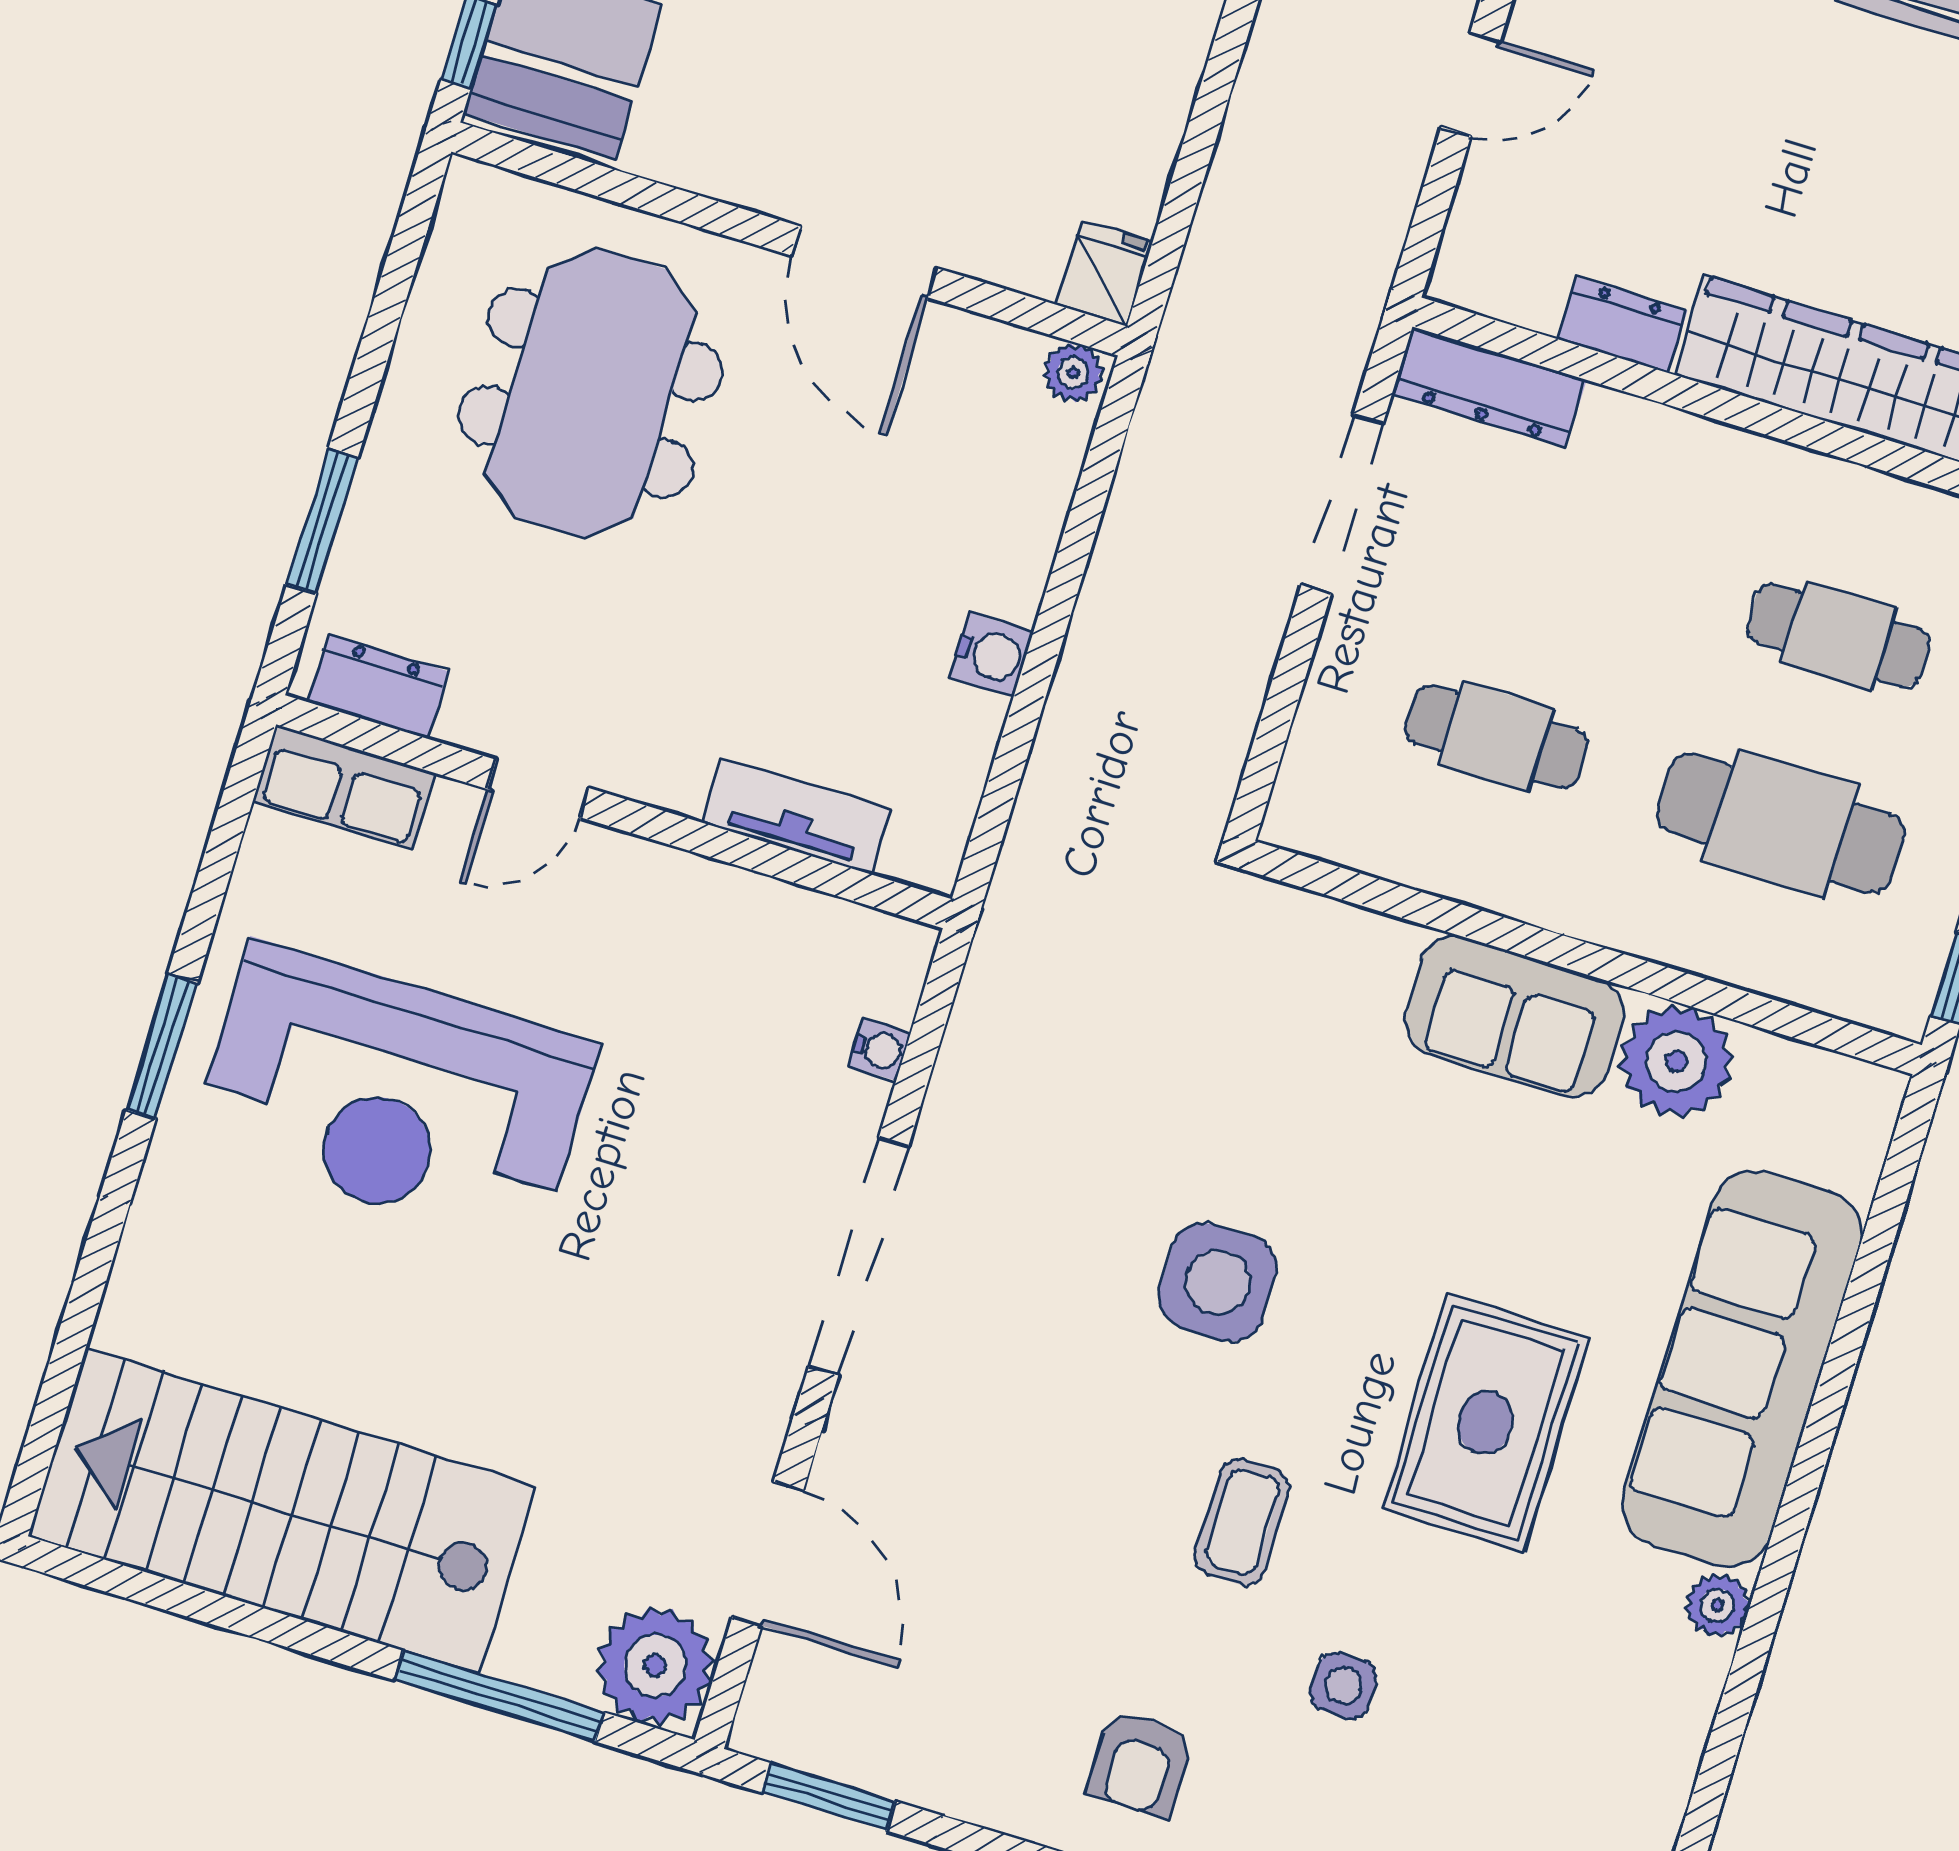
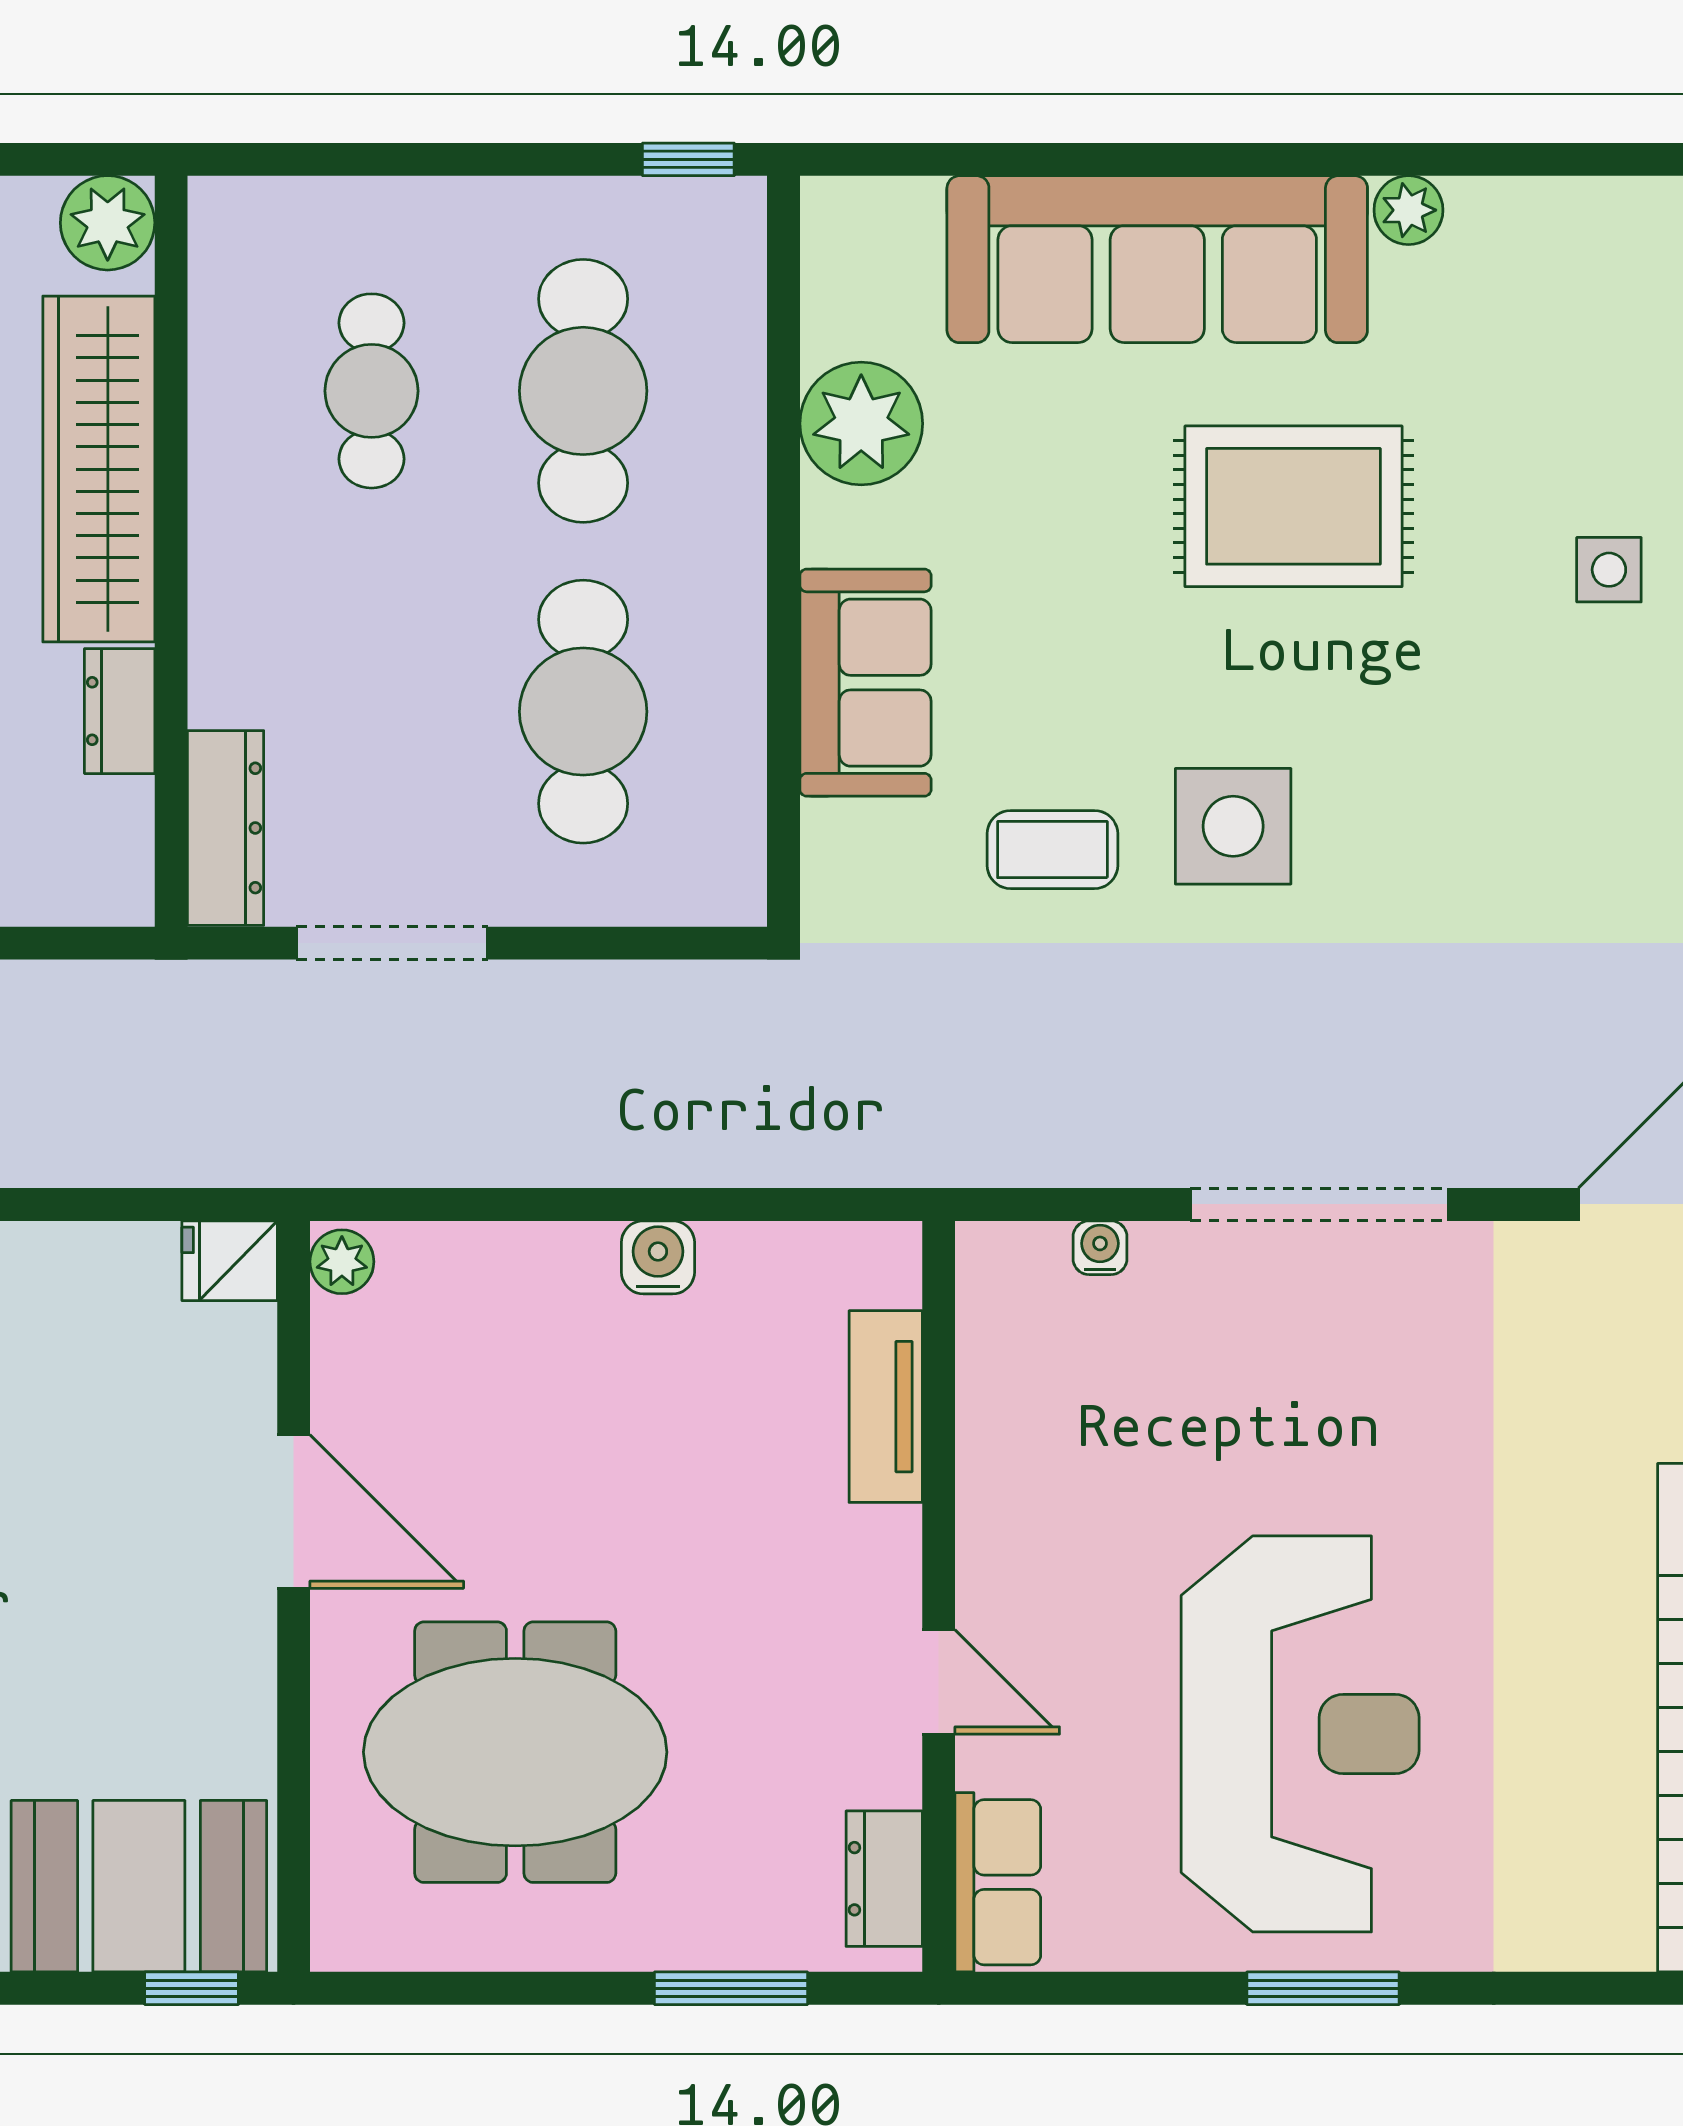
door: (864, 262) -> (294, 1512), hinge flipped
cafe table: (1496, 736) -> (583, 712), width x1.37, depth x1.35
sofa: (1514, 1016) -> (865, 683), moved
coffee table: (1242, 1522) -> (1052, 850), moved

